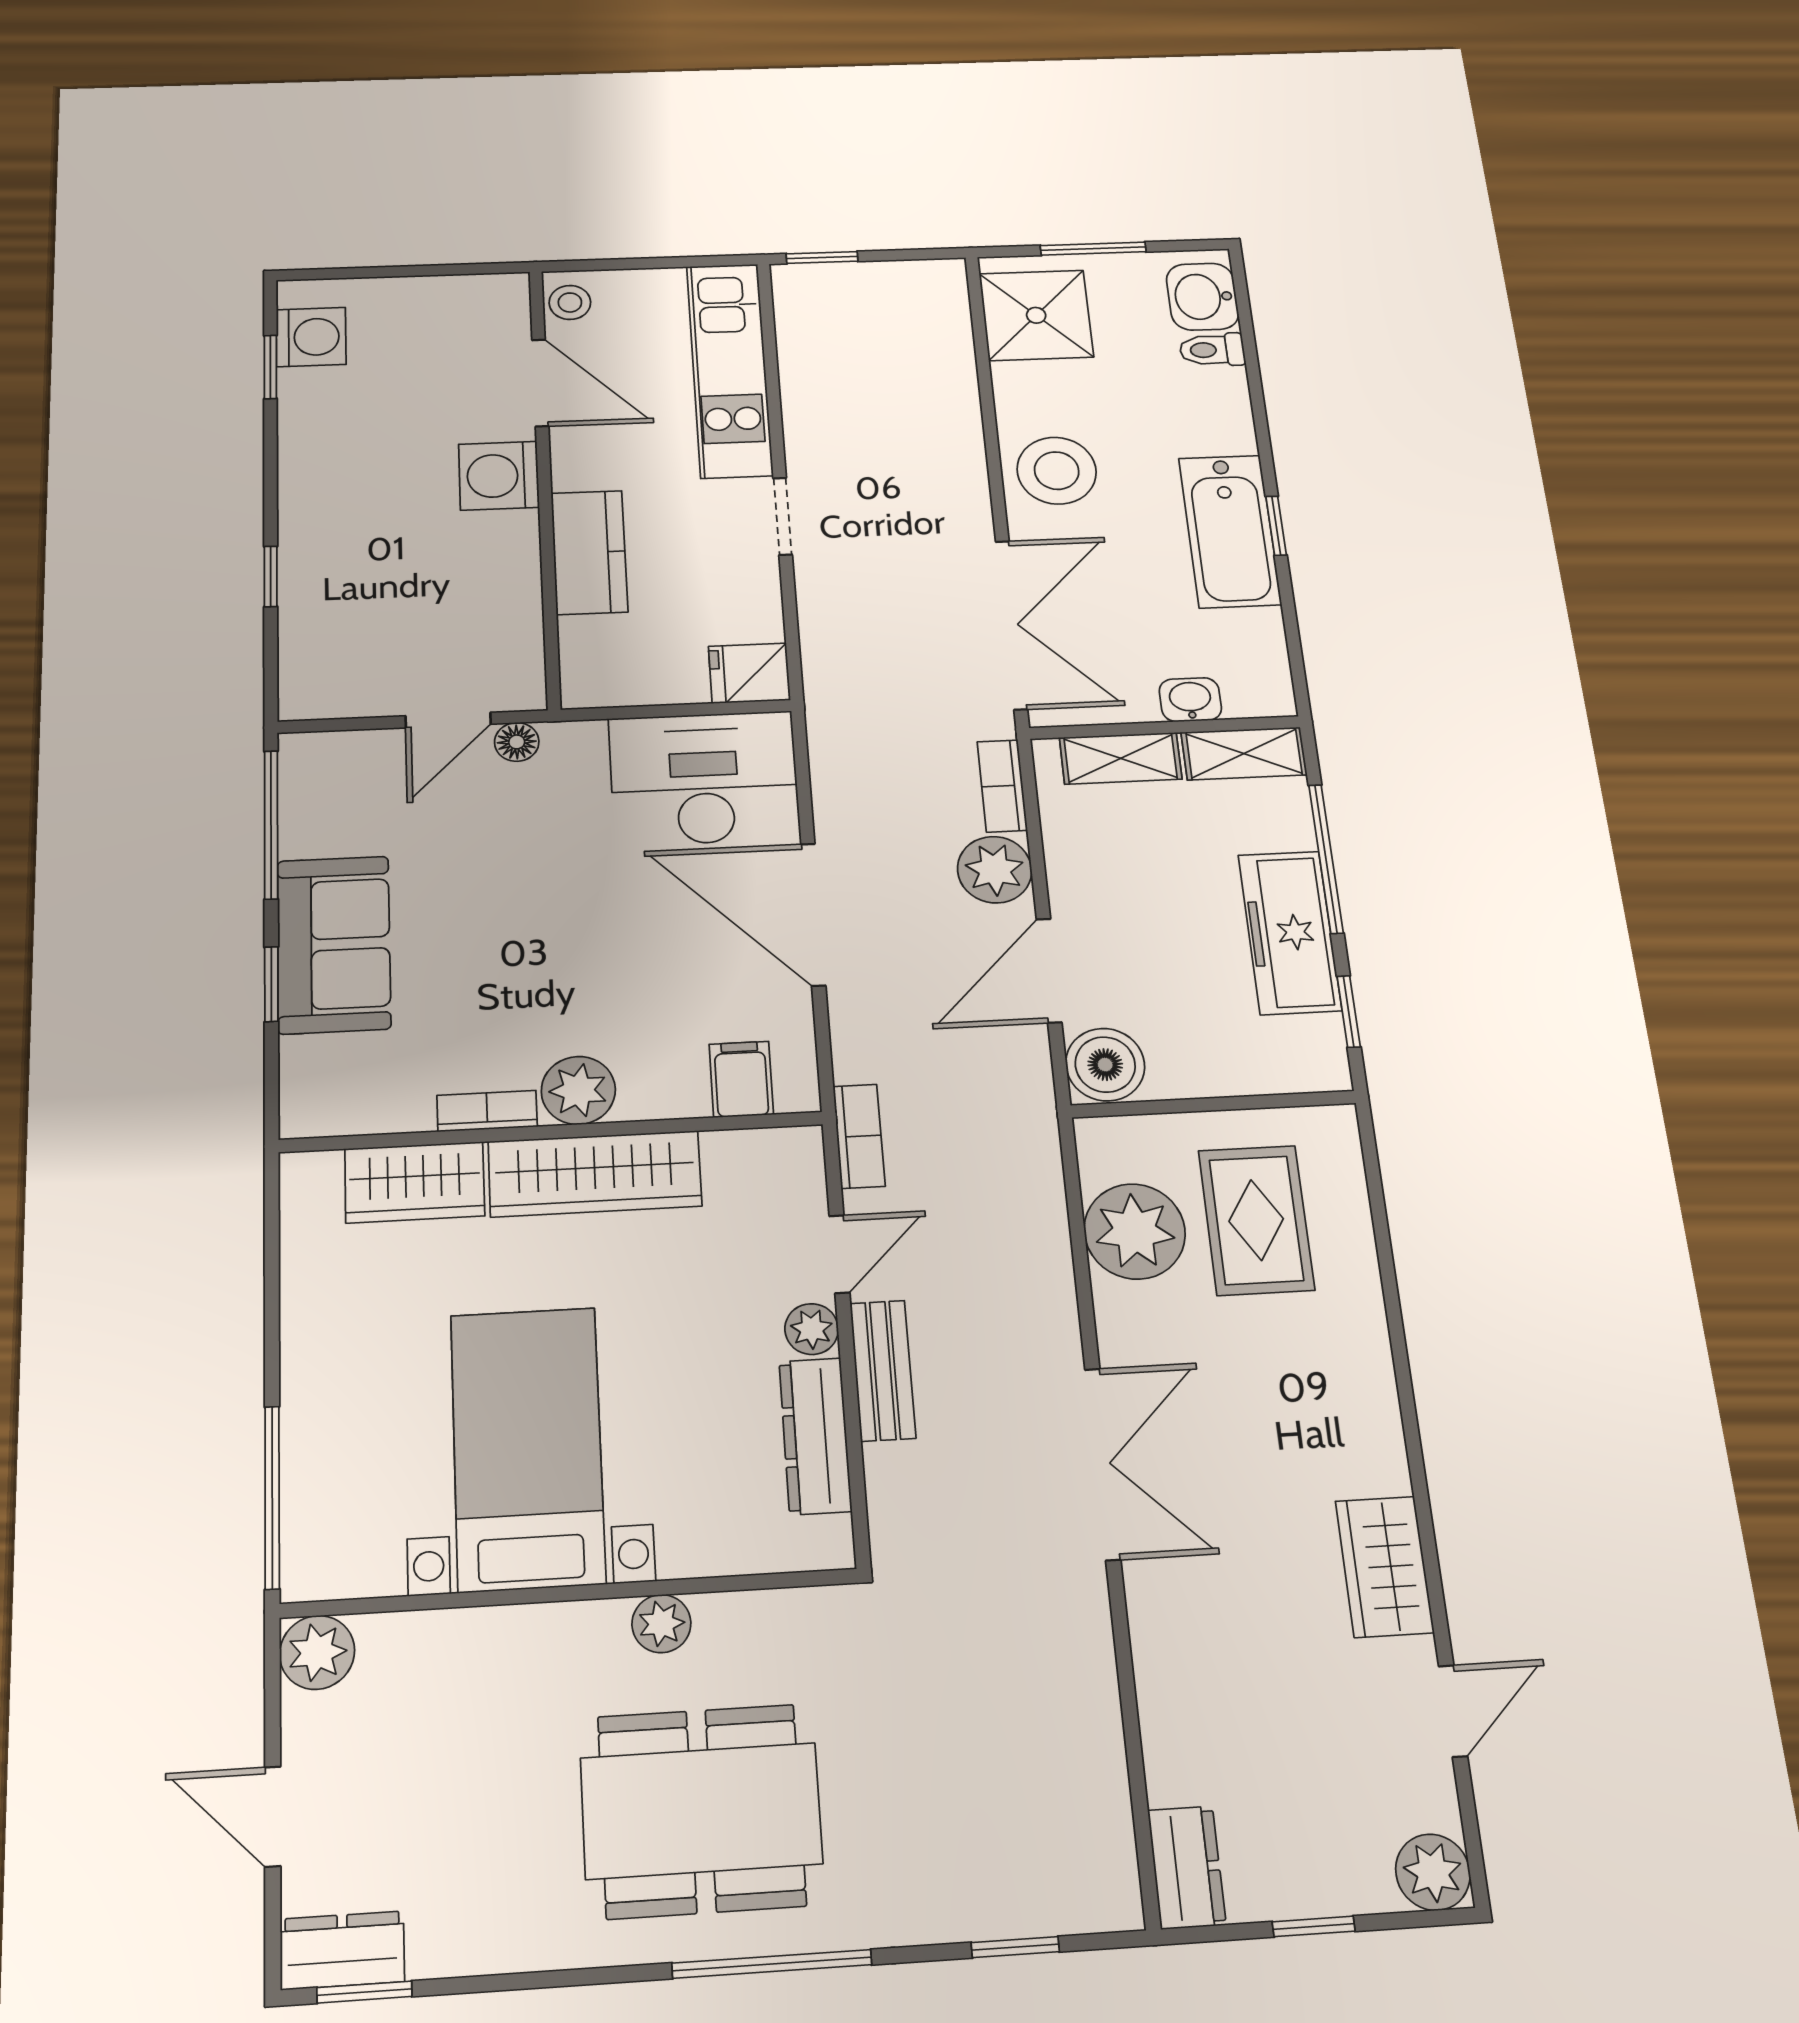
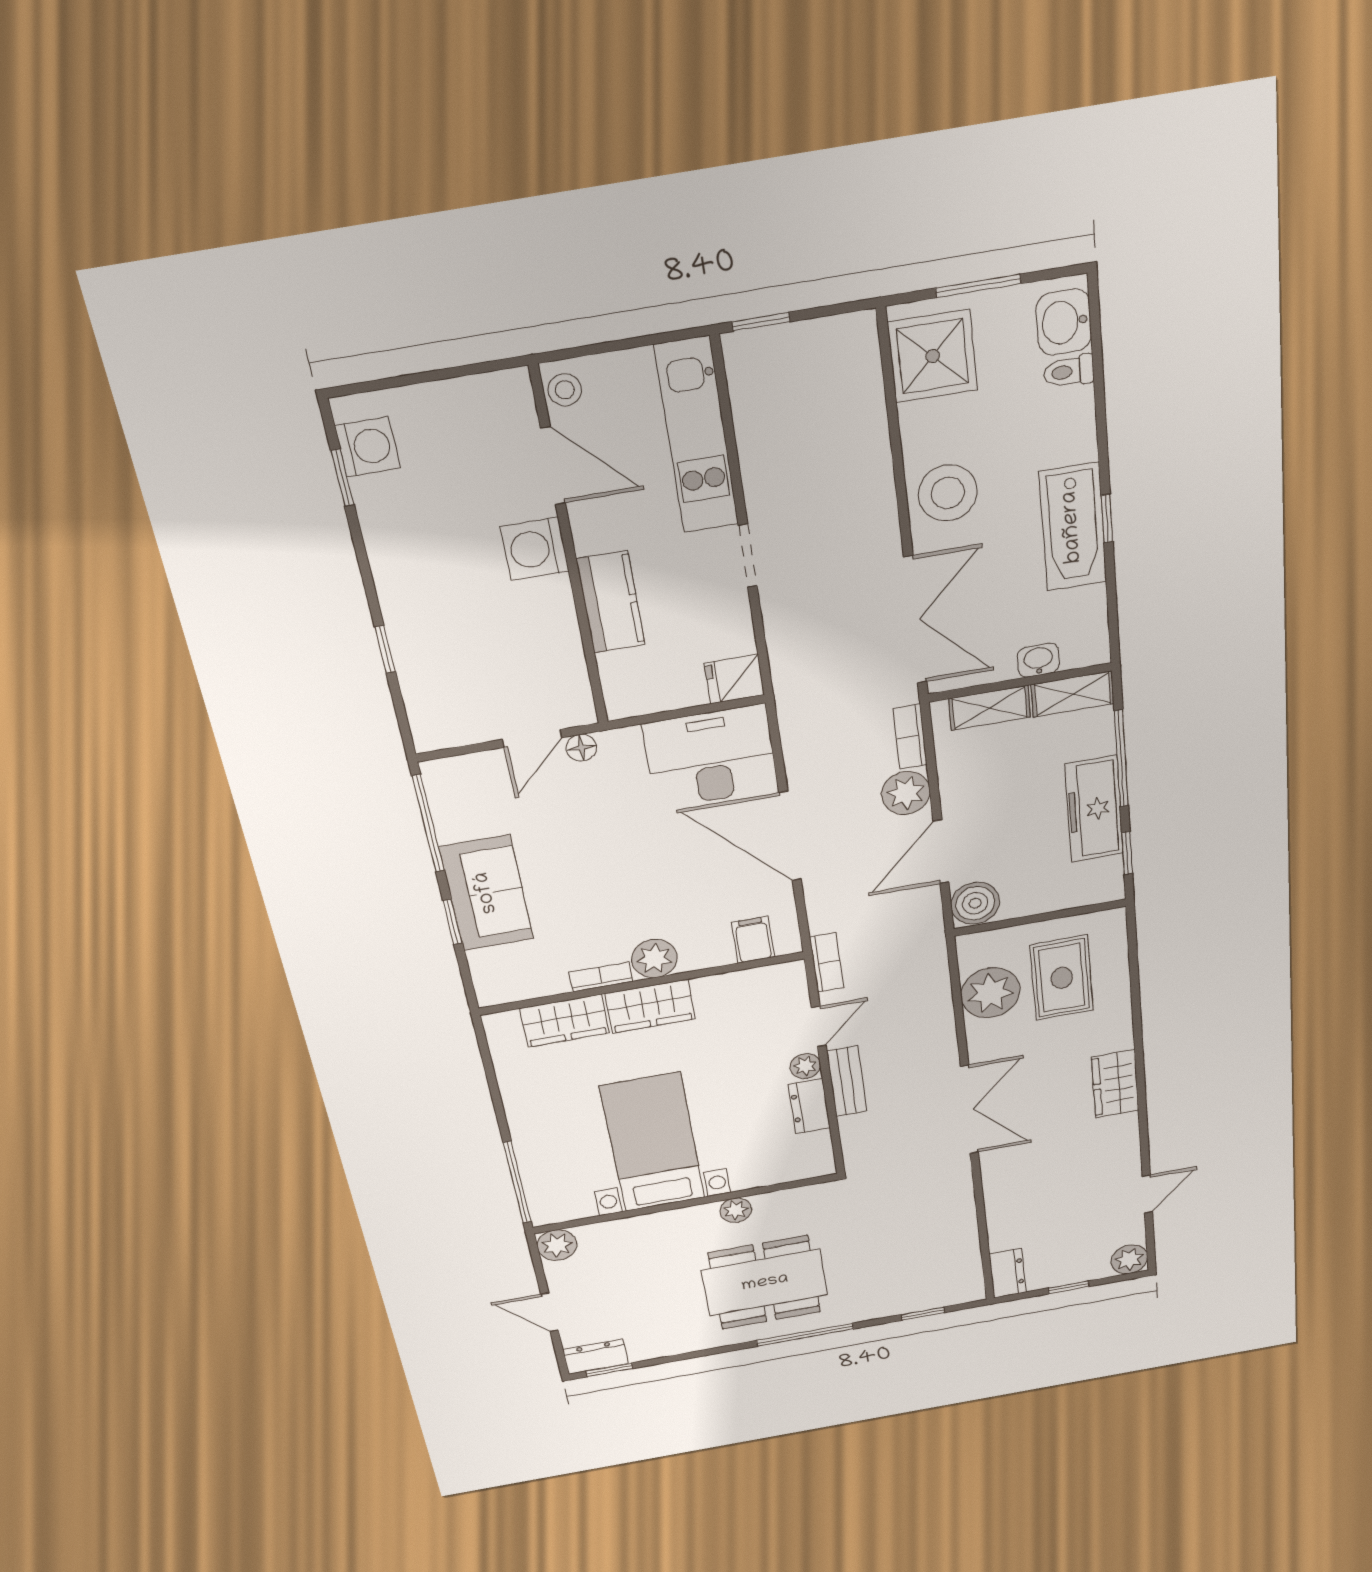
wardrobe: (595, 1174) -> (650, 1006), width x0.67
dresser: (815, 1436) -> (809, 1106), width x0.70
wardrobe: (1385, 1567) -> (1115, 1084), moved

